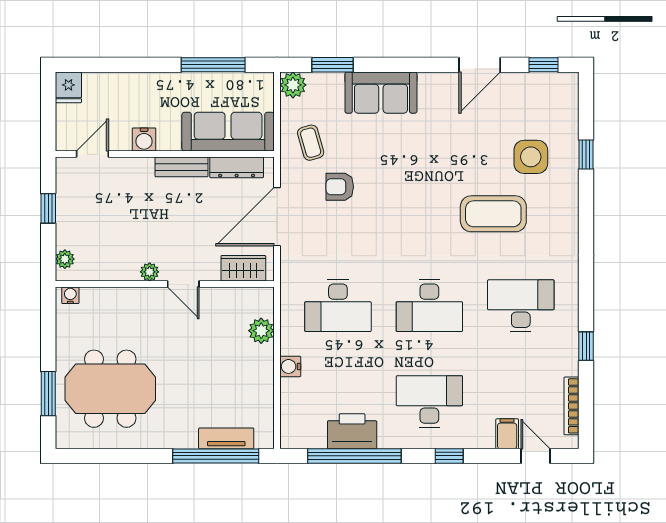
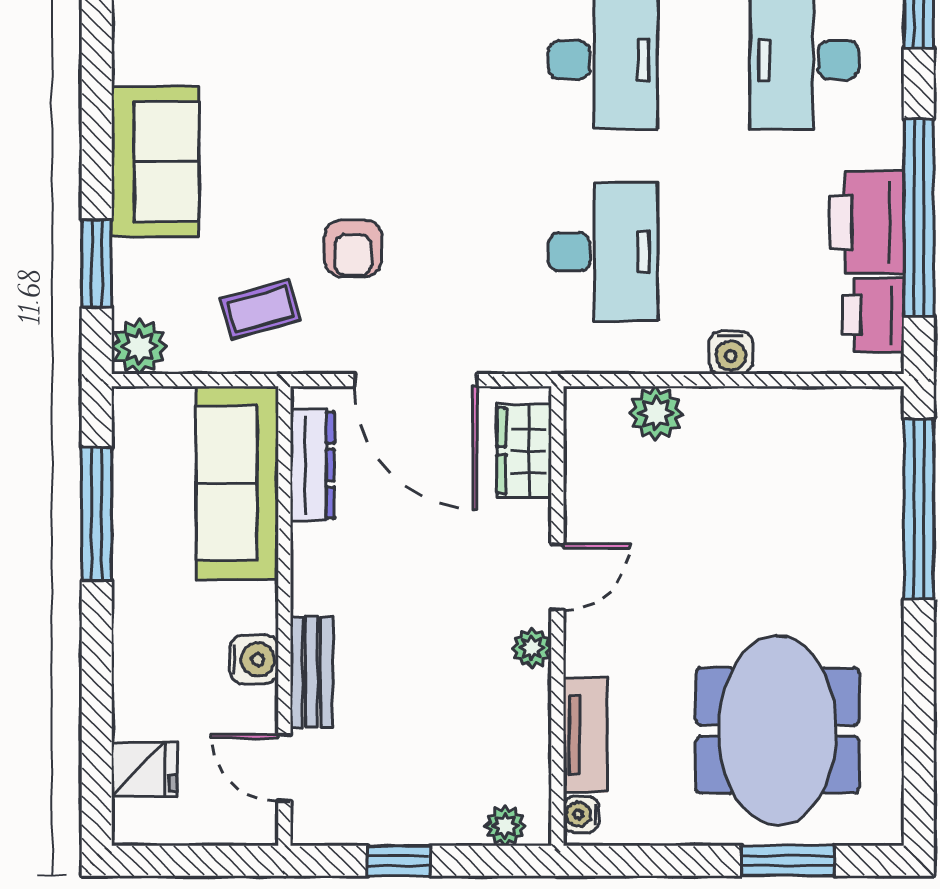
fridge: (68, 87) -> (144, 769), moved
bench: (182, 167) -> (311, 672), moved
printer: (308, 434) -> (873, 315), added
tv unit: (226, 438) -> (585, 735), moved, turned 180

